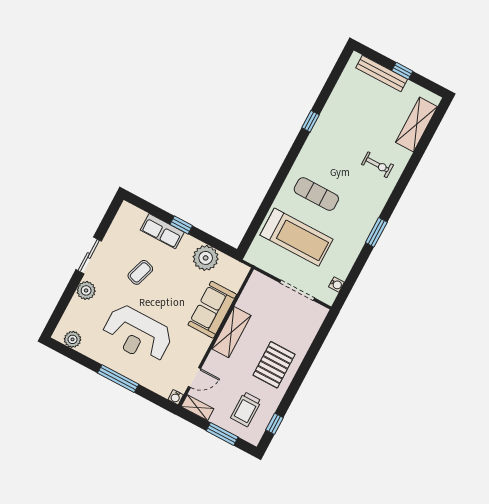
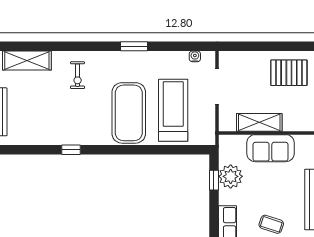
exercise bike: (377, 165) -> (78, 75), turned 180
exercise mat: (316, 194) -> (129, 113), width x2.00, depth x1.45
window: (181, 225) -> (214, 180), moved
shelving: (231, 332) -> (259, 122), moved

